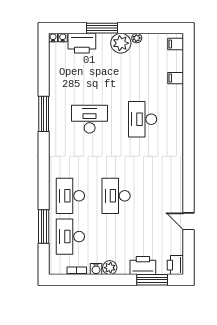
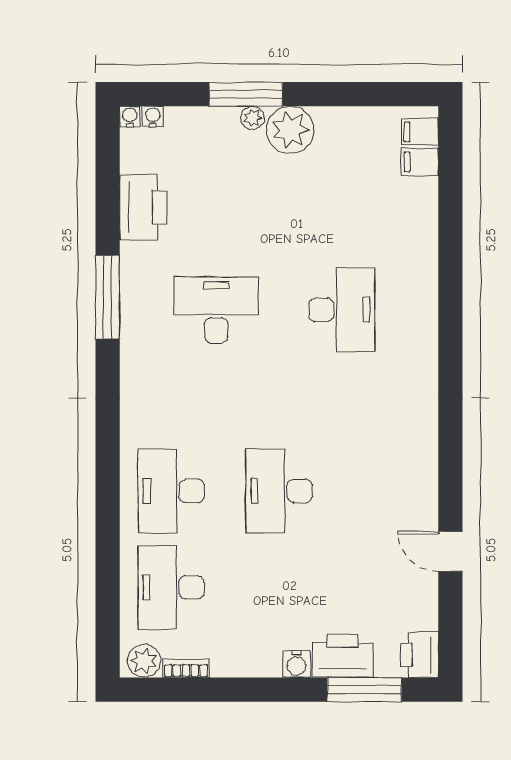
plant: (137, 38) -> (253, 118), moved
printer: (82, 43) -> (143, 207), moved, turned -90
filing cabinet: (176, 78) -> (420, 162), moved
desk: (143, 119) -> (342, 310), turned 180
window: (44, 227) -> (108, 564), removed
plant: (110, 268) -> (144, 661), moved
water cooler: (96, 269) -> (297, 664), moved

